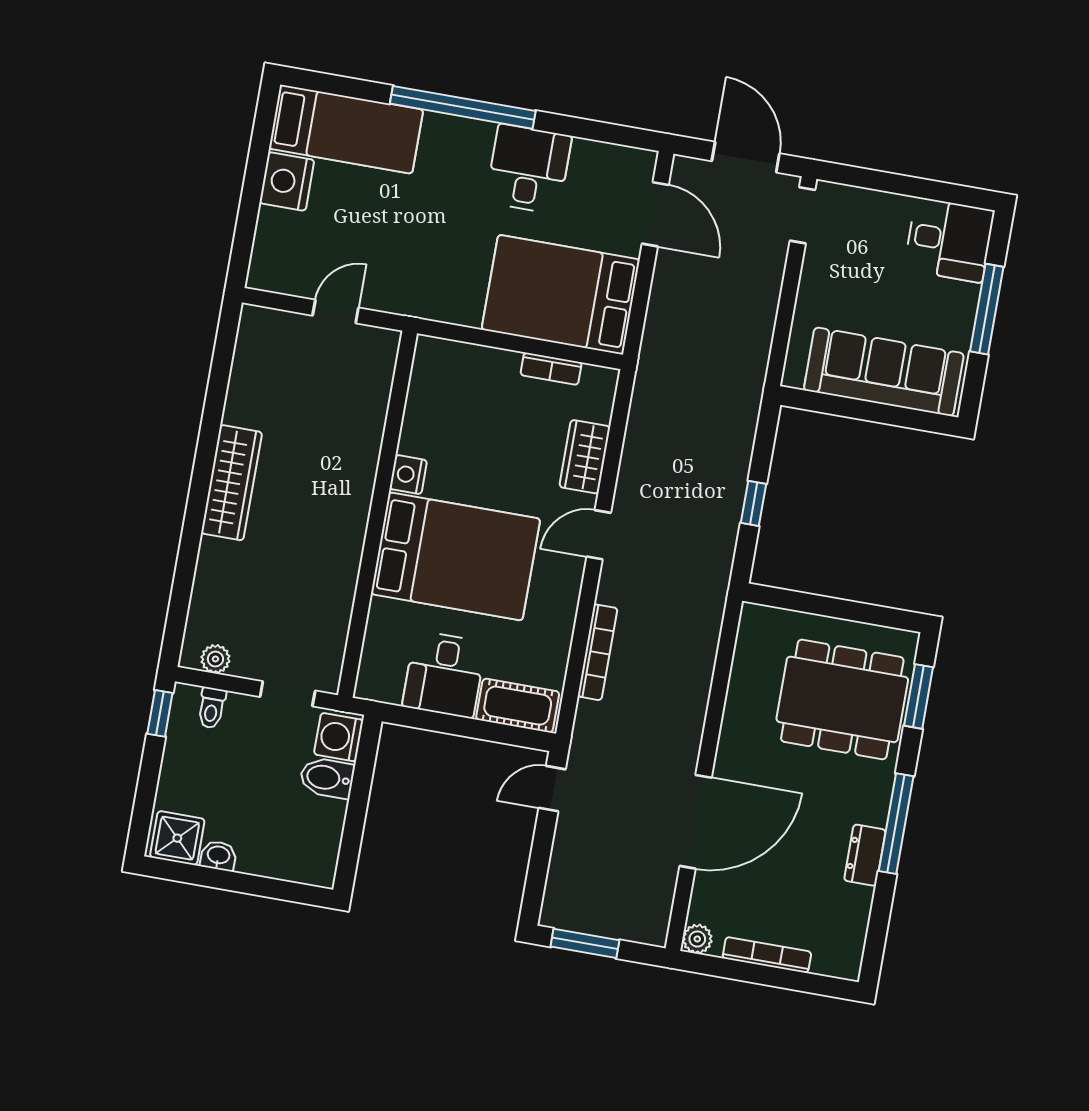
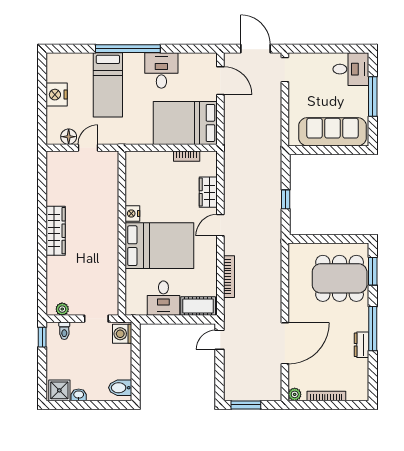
bed: (346, 129) -> (108, 85), moved, turned 90
floor lamp: (297, 279) -> (69, 137), added
bidet: (327, 778) -> (120, 388), moved

